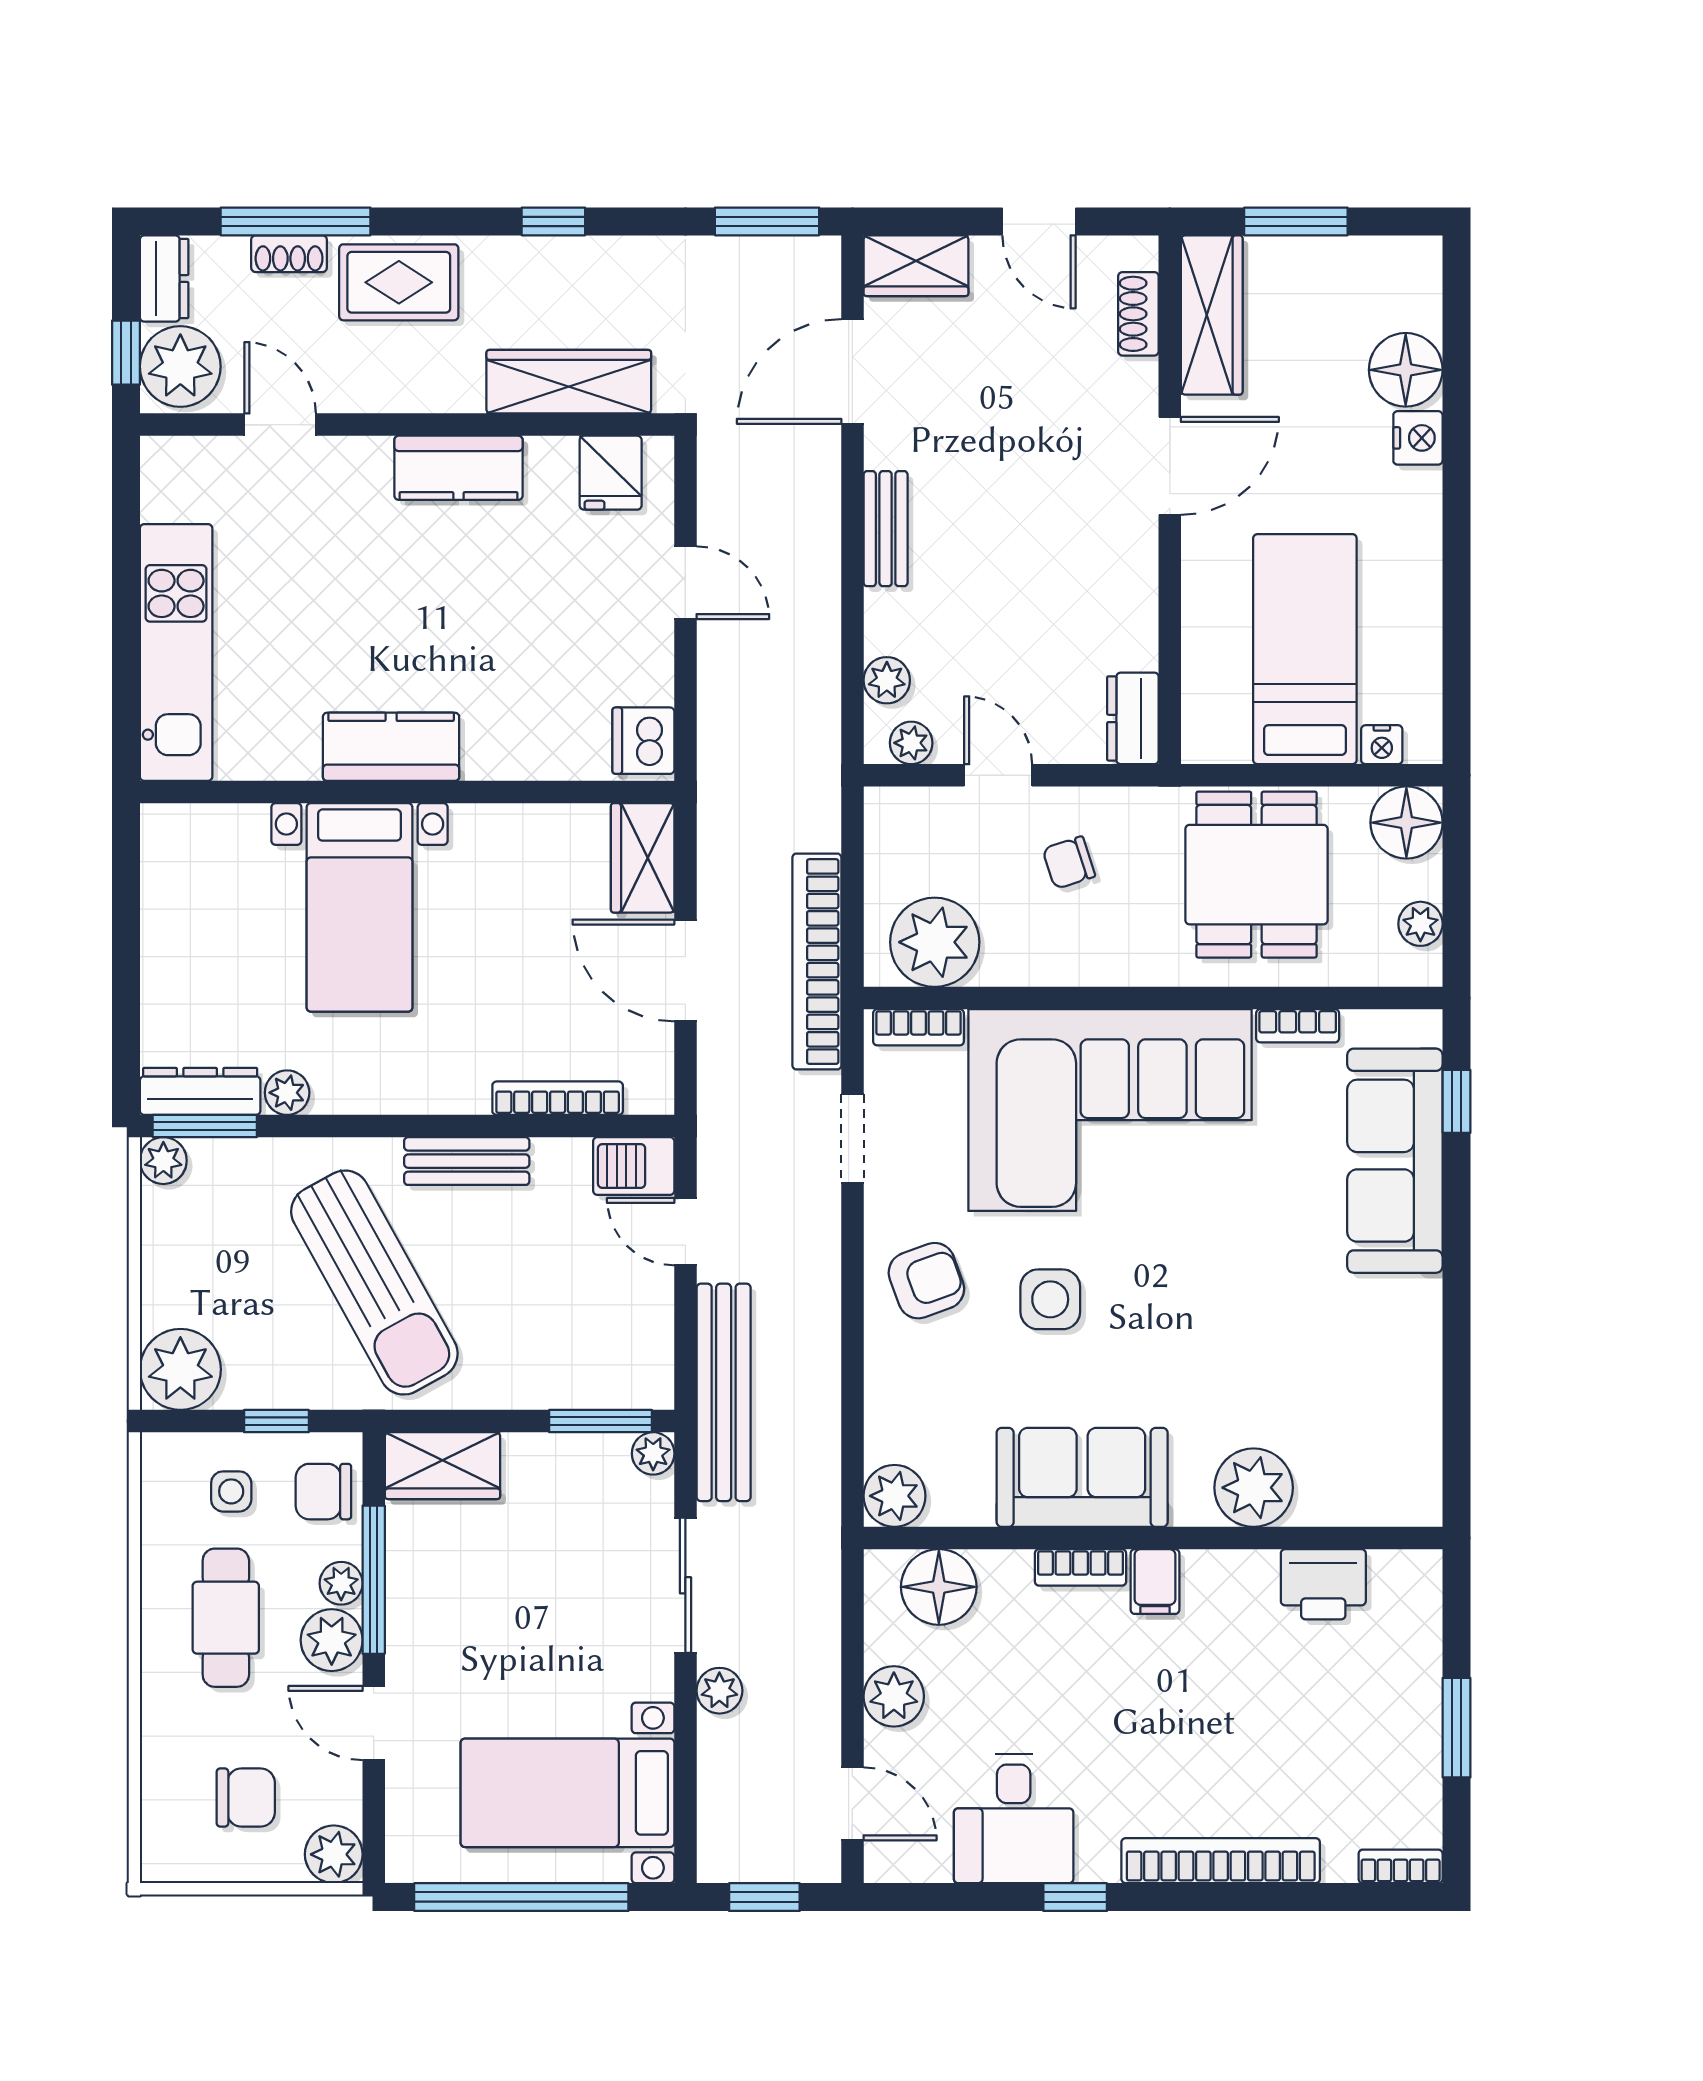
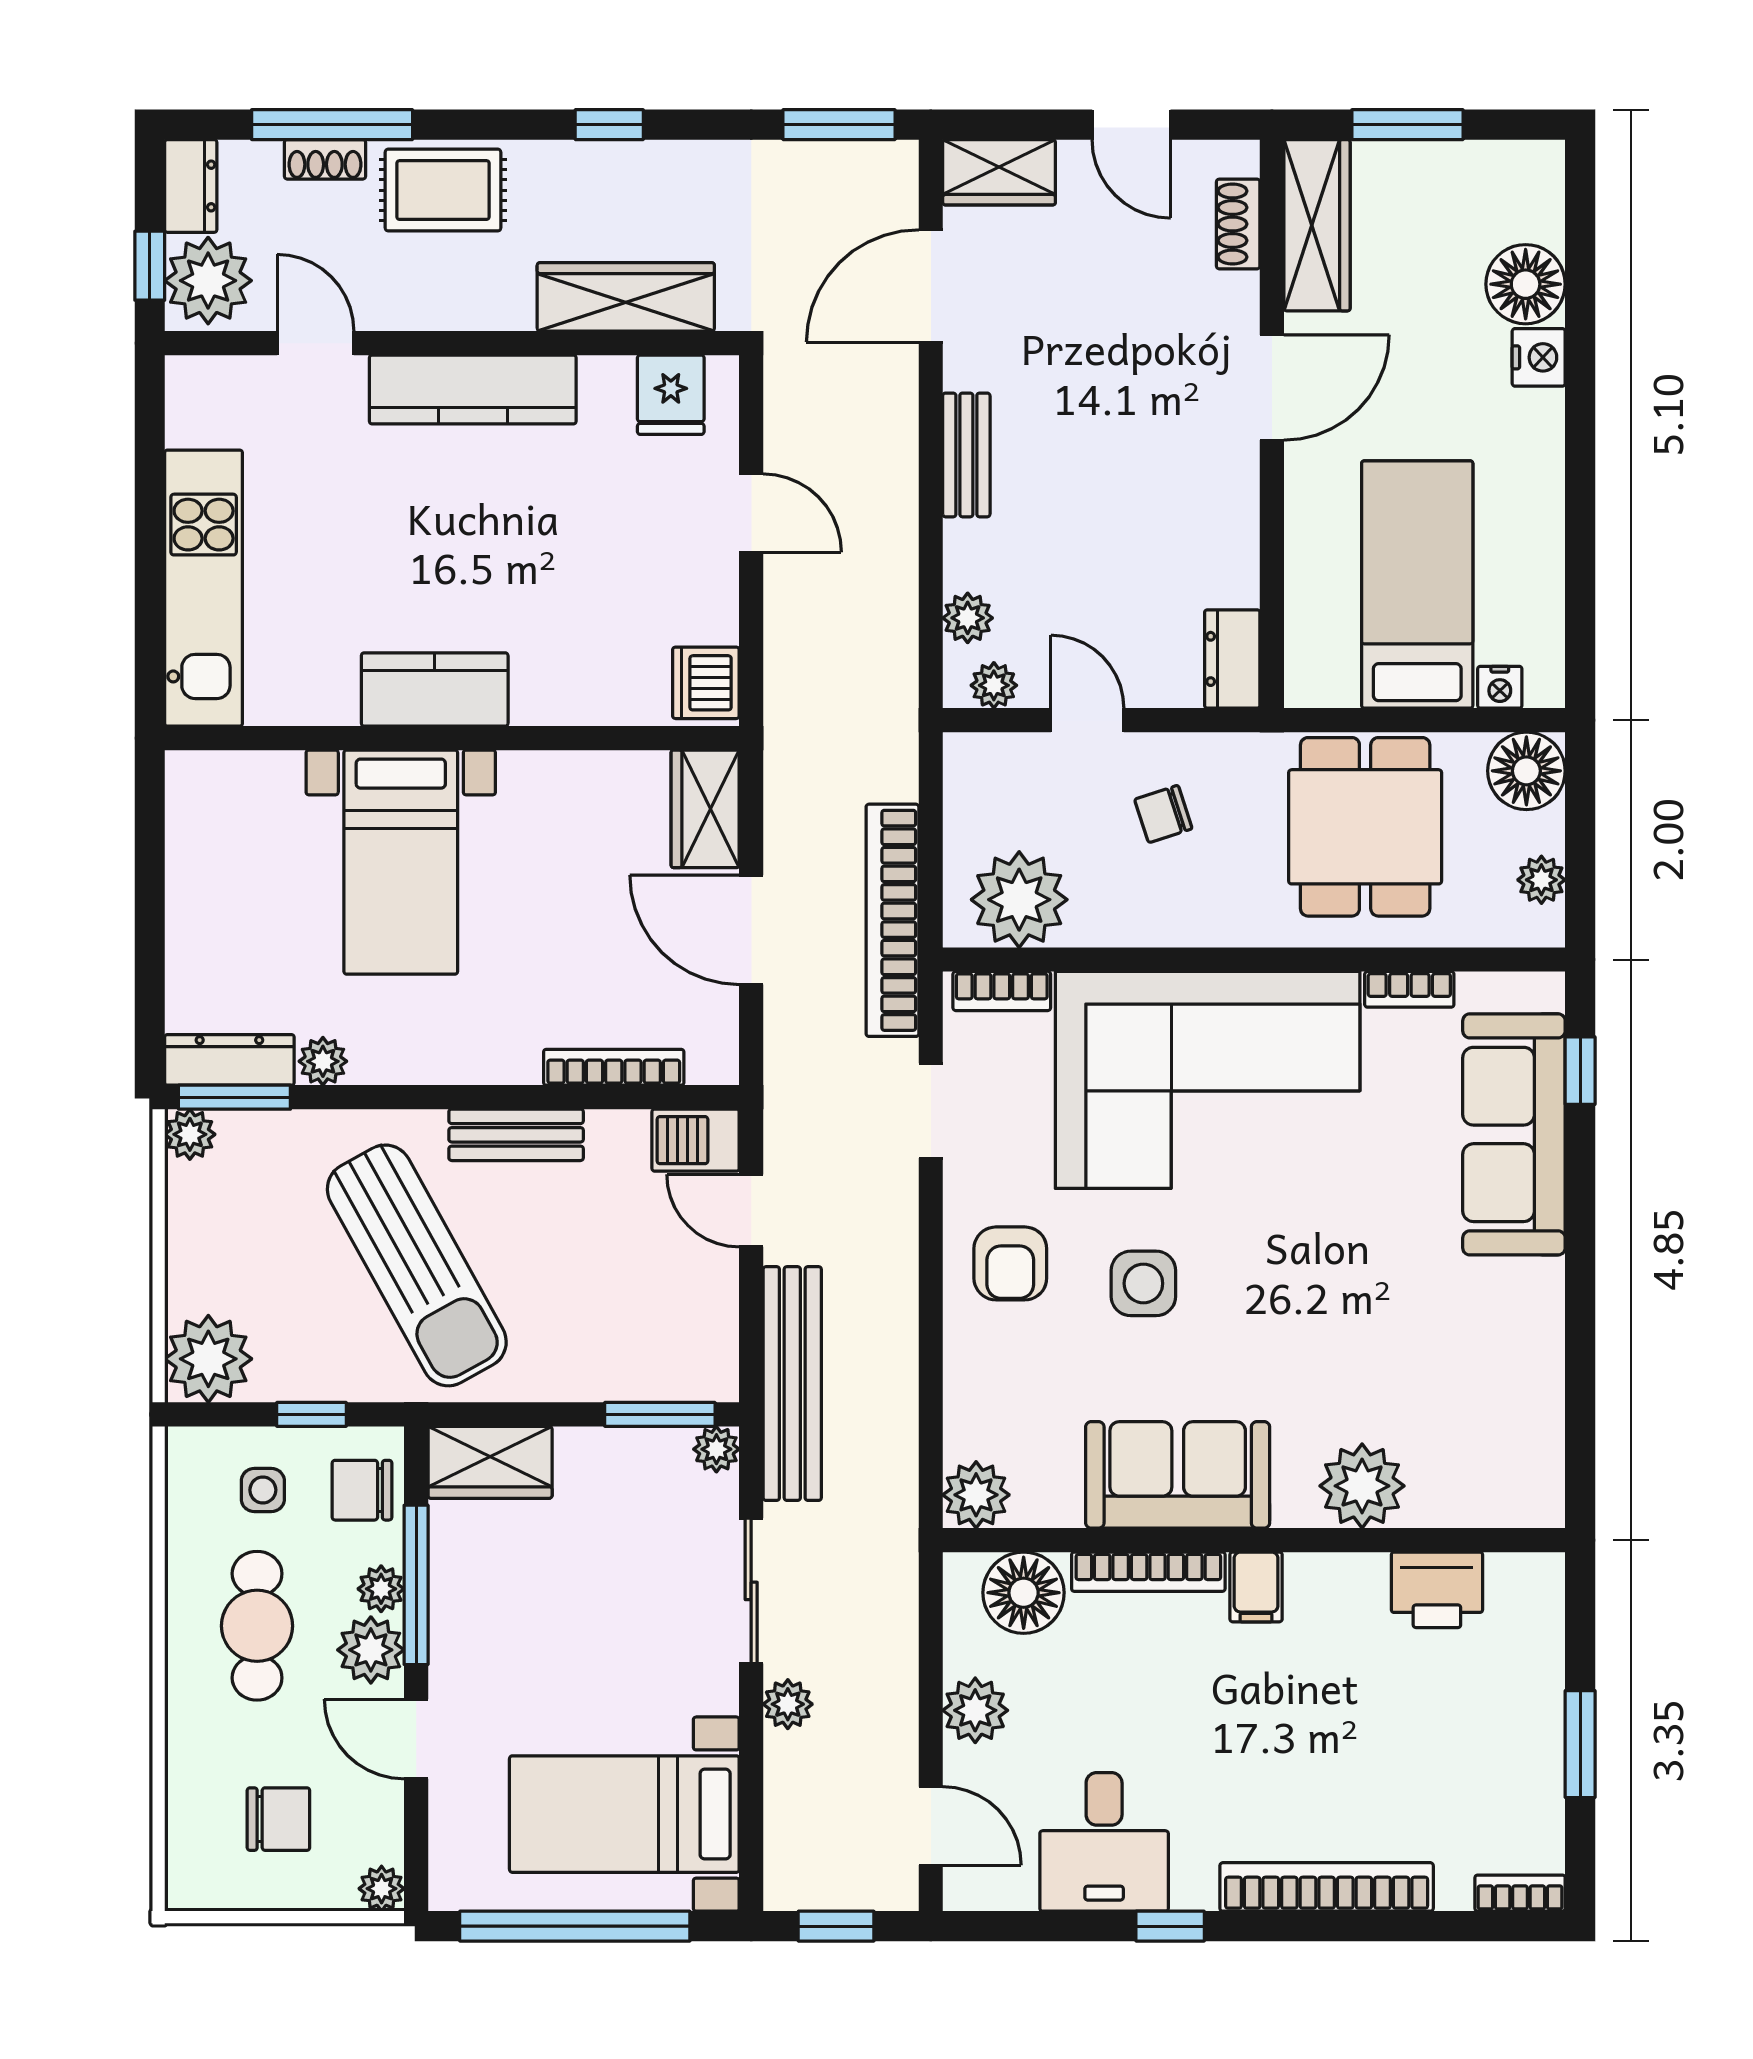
kitchen counter: (458, 468) -> (473, 390), width x1.50
armchair: (926, 1281) -> (1010, 1263), turned 110
bookcase: (1081, 1567) -> (1148, 1572), width x1.56
plant: (334, 1854) -> (382, 1889), width x0.73, depth x0.73

